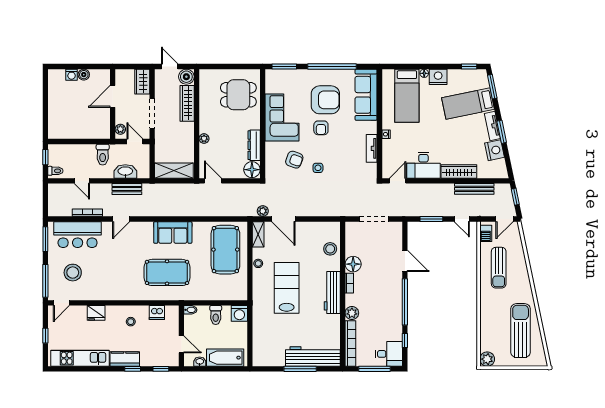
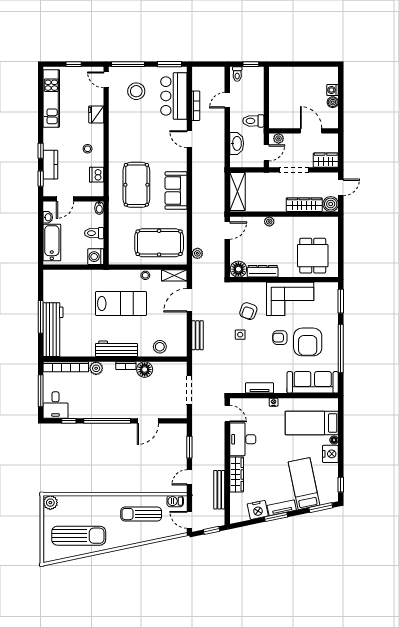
bench: (127, 189) -> (198, 335), moved
plant: (263, 211) -> (197, 253), moved
kitchen counter: (125, 359) -> (50, 165), moved

